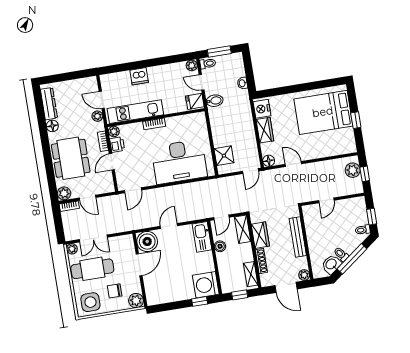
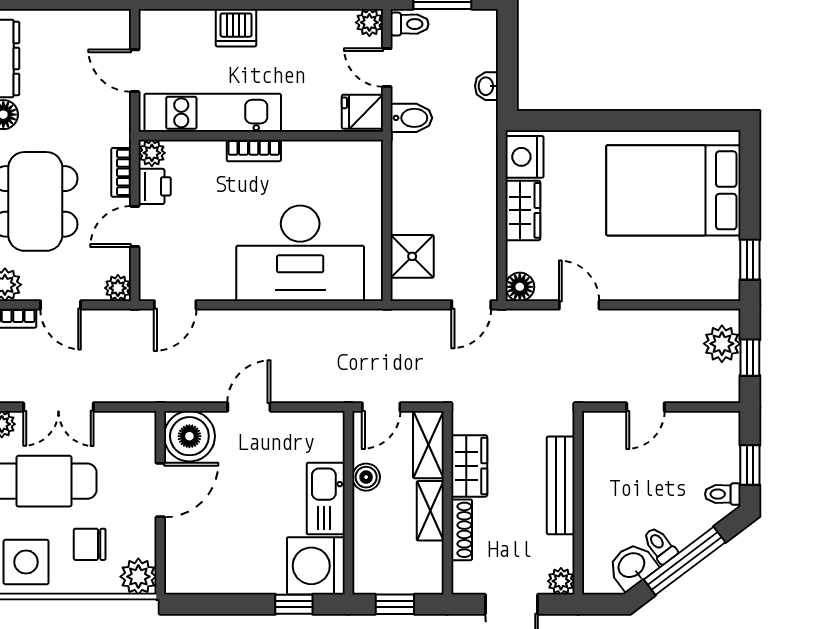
plant: (97, 116) -> (118, 288), moved
window: (356, 120) -> (750, 260), moved
kitchen sink: (202, 237) -> (326, 499), moved
shelving: (251, 274) -> (430, 511), moved

